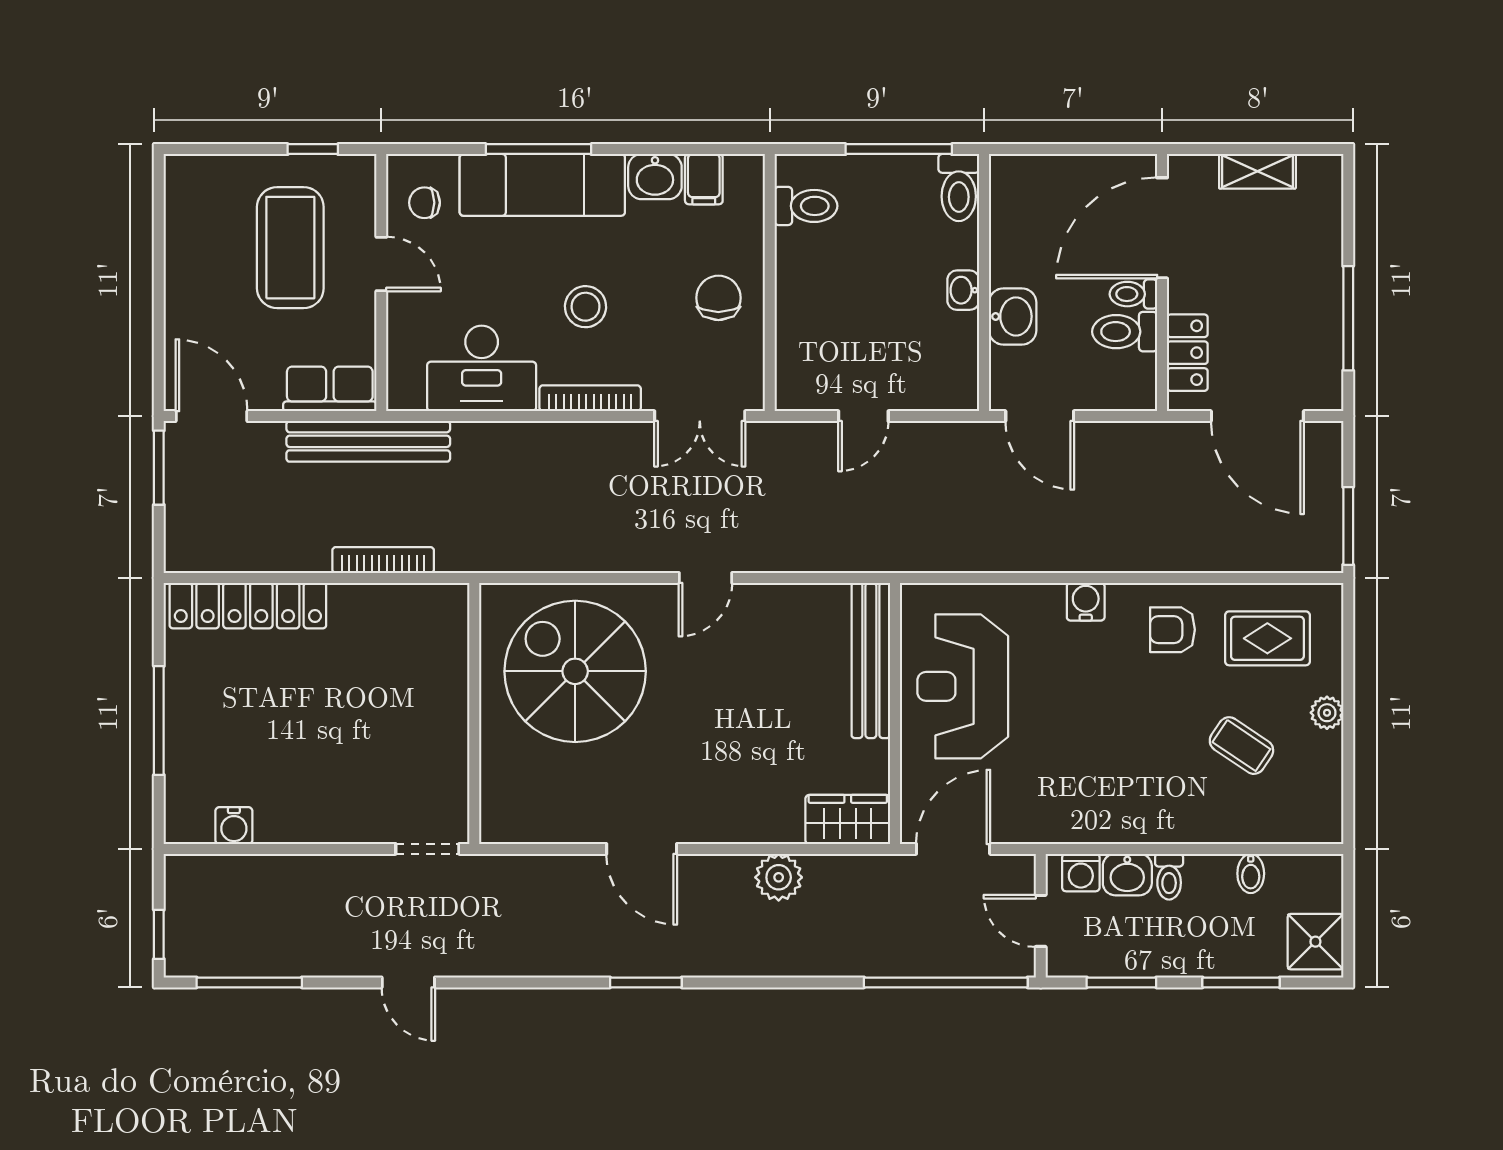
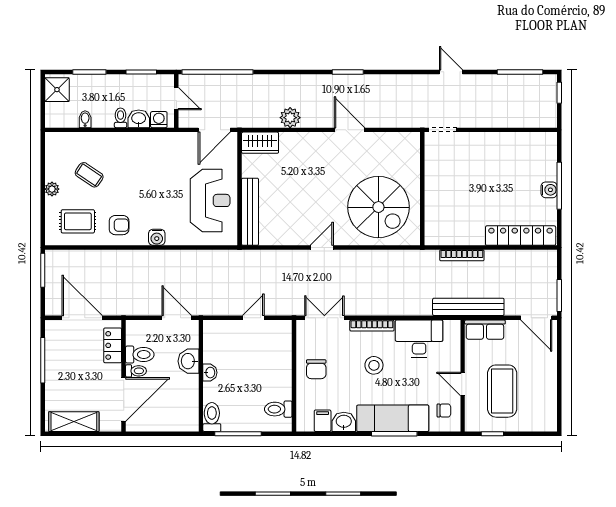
shelving: (1257, 171) -> (74, 422), width x1.50, depth x1.33
water cooler: (234, 826) -> (549, 190), moved, turned 90

